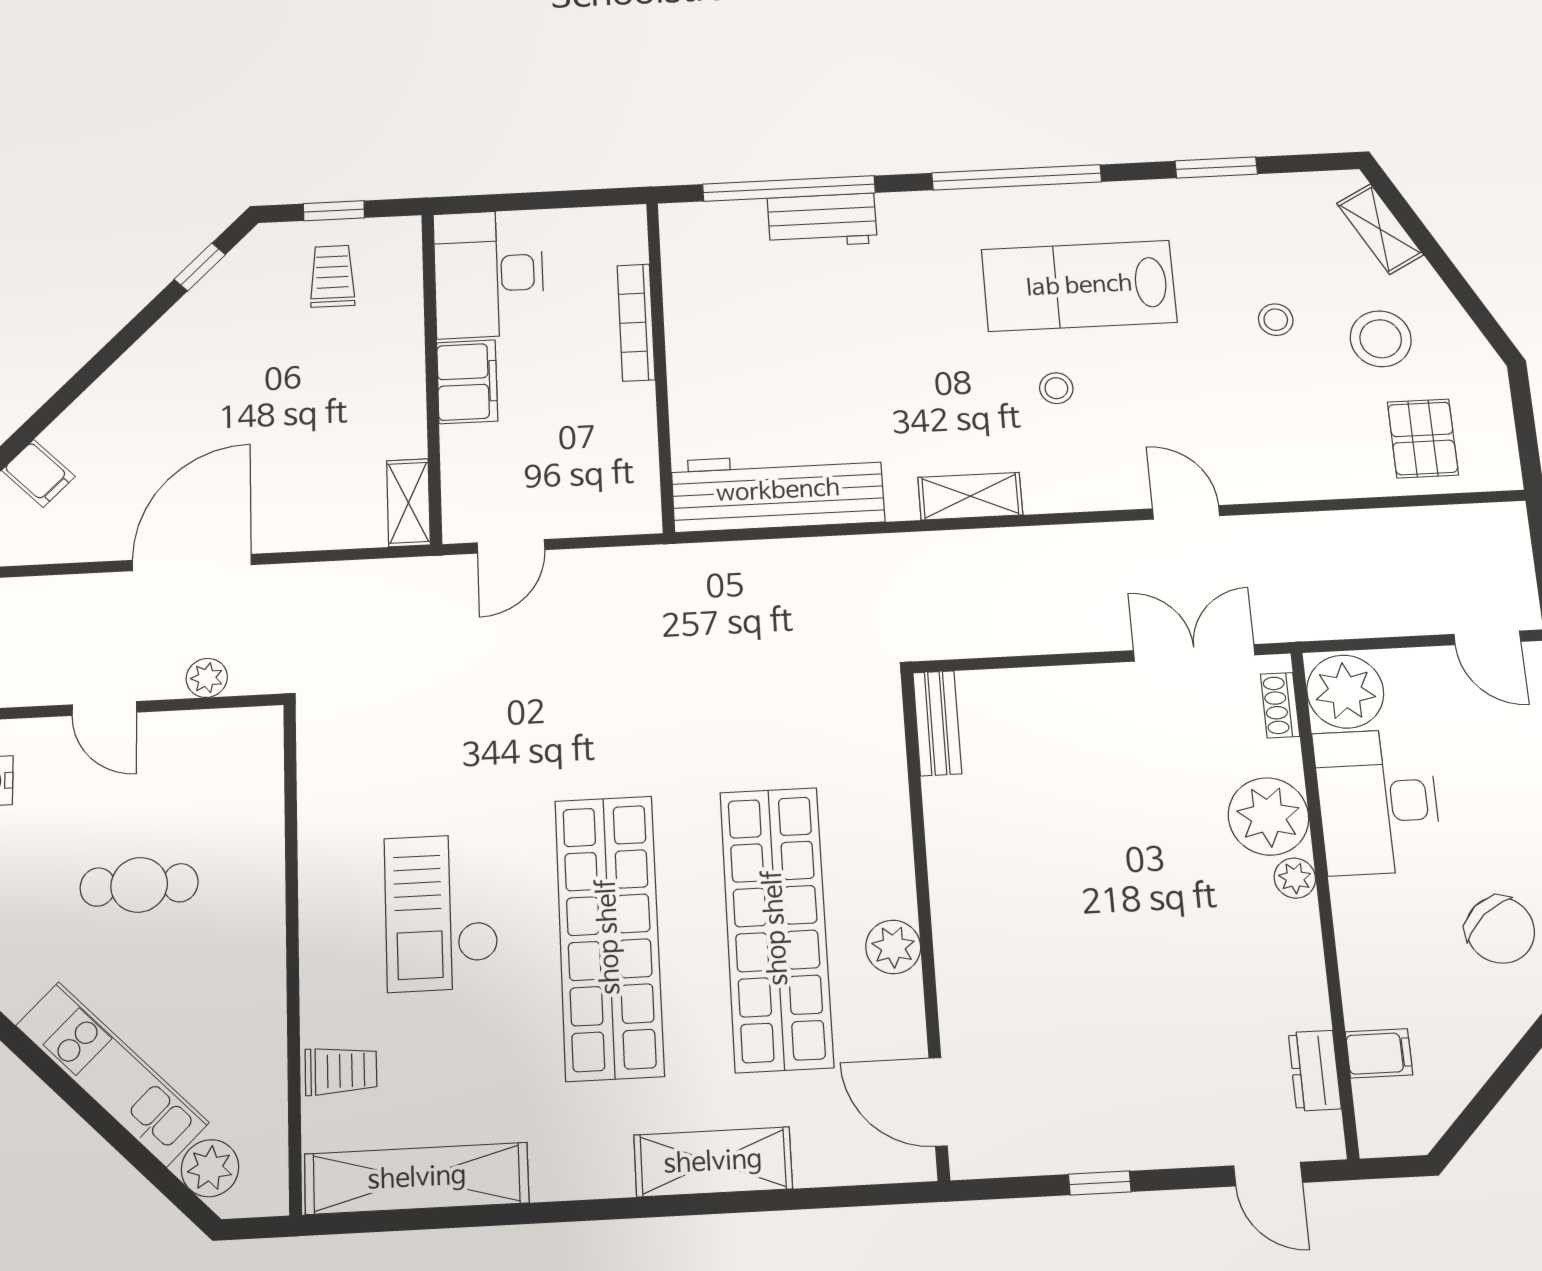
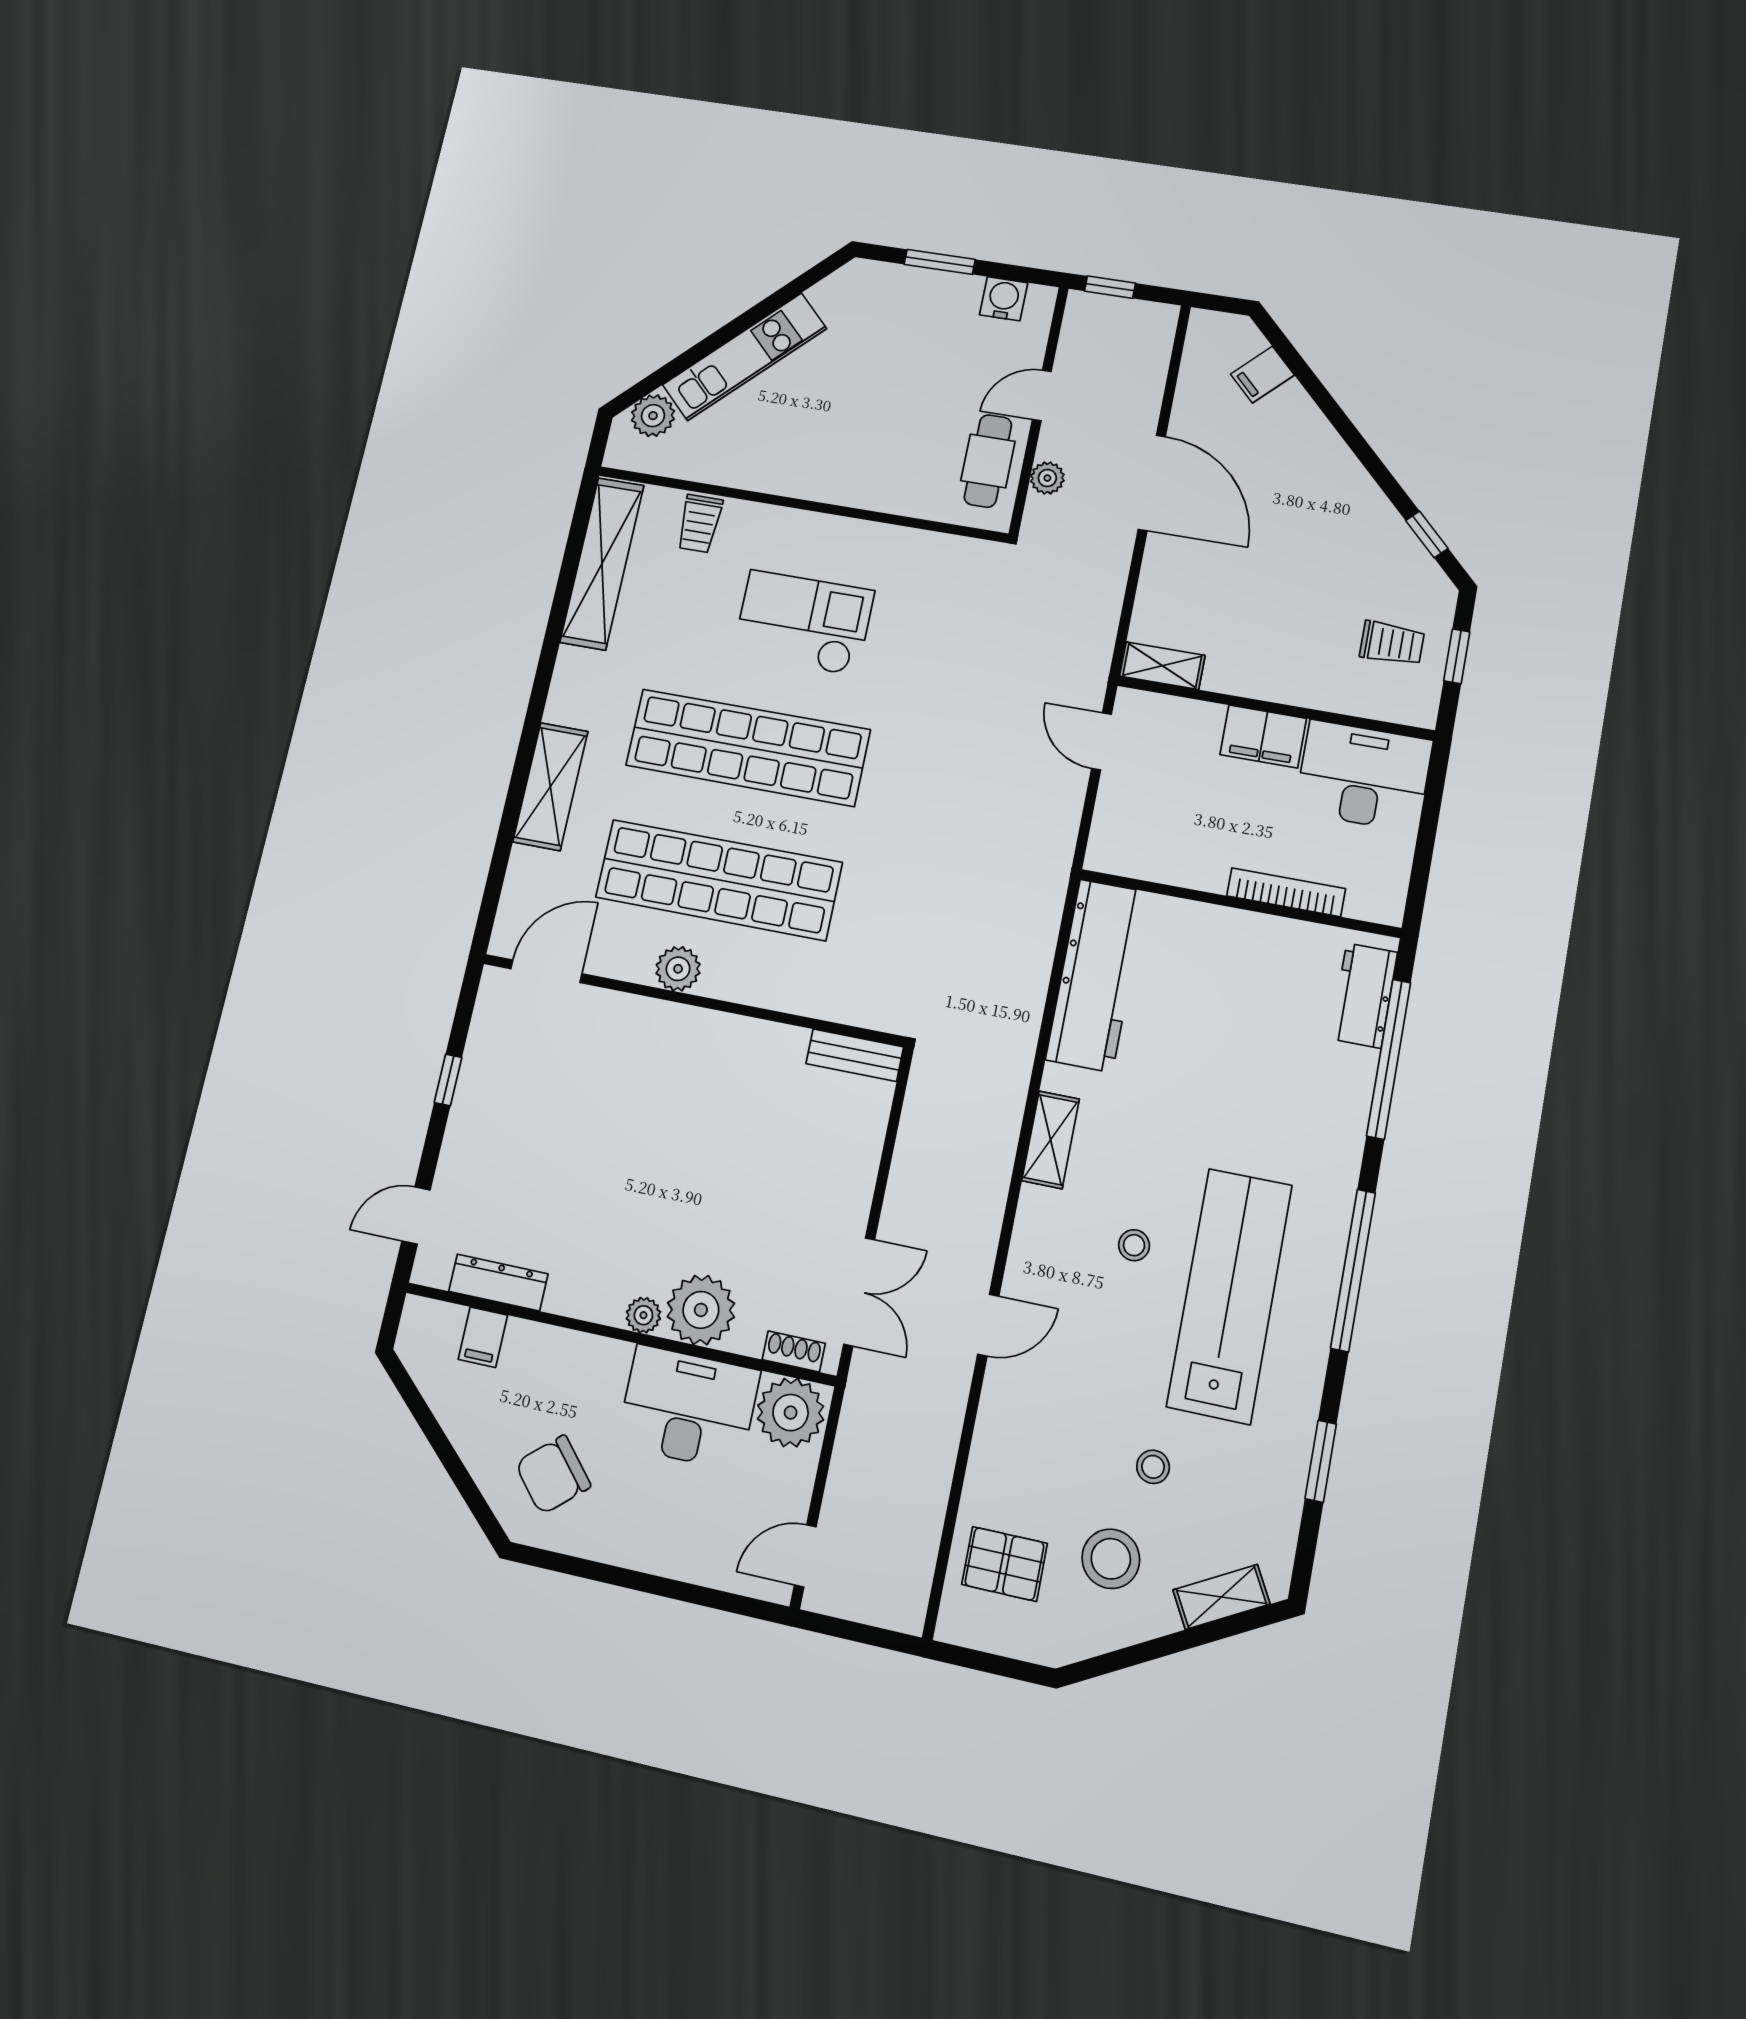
workbench: (822, 221) -> (1364, 995), moved
lab bench: (1079, 286) -> (1230, 1296), width x1.36
cafe table: (139, 885) -> (988, 461), moved
dresser: (1315, 1071) -> (498, 1283), width x1.44

